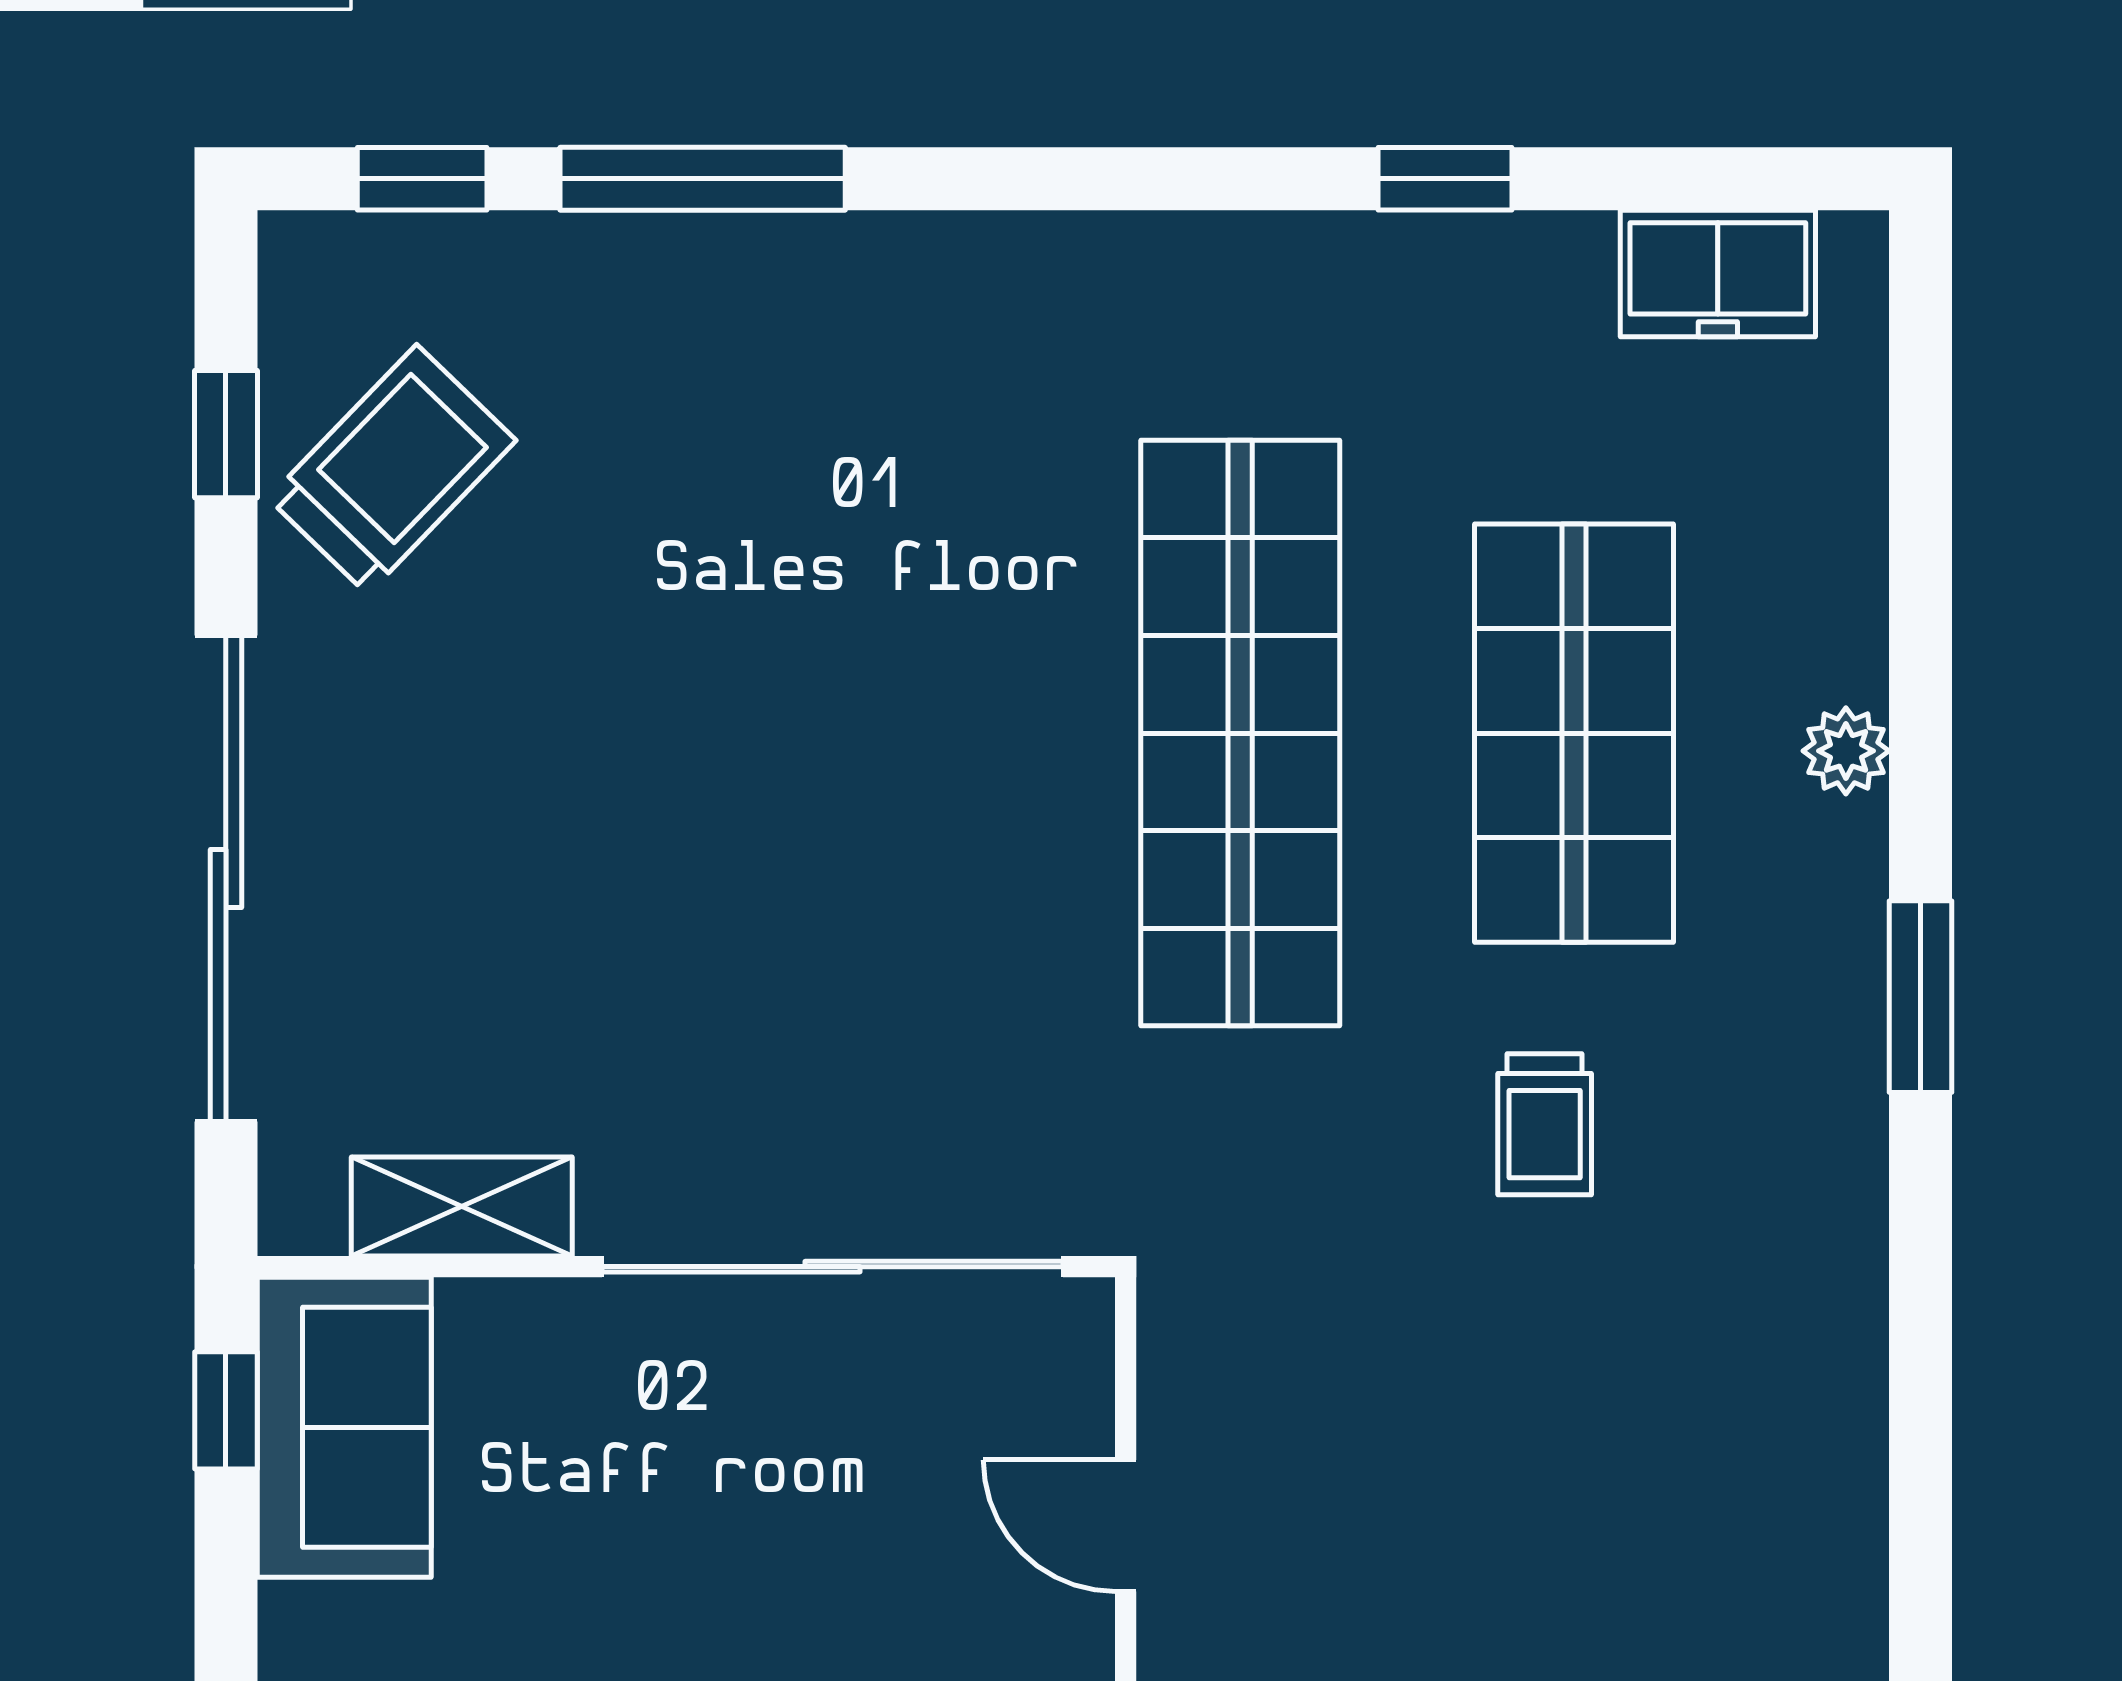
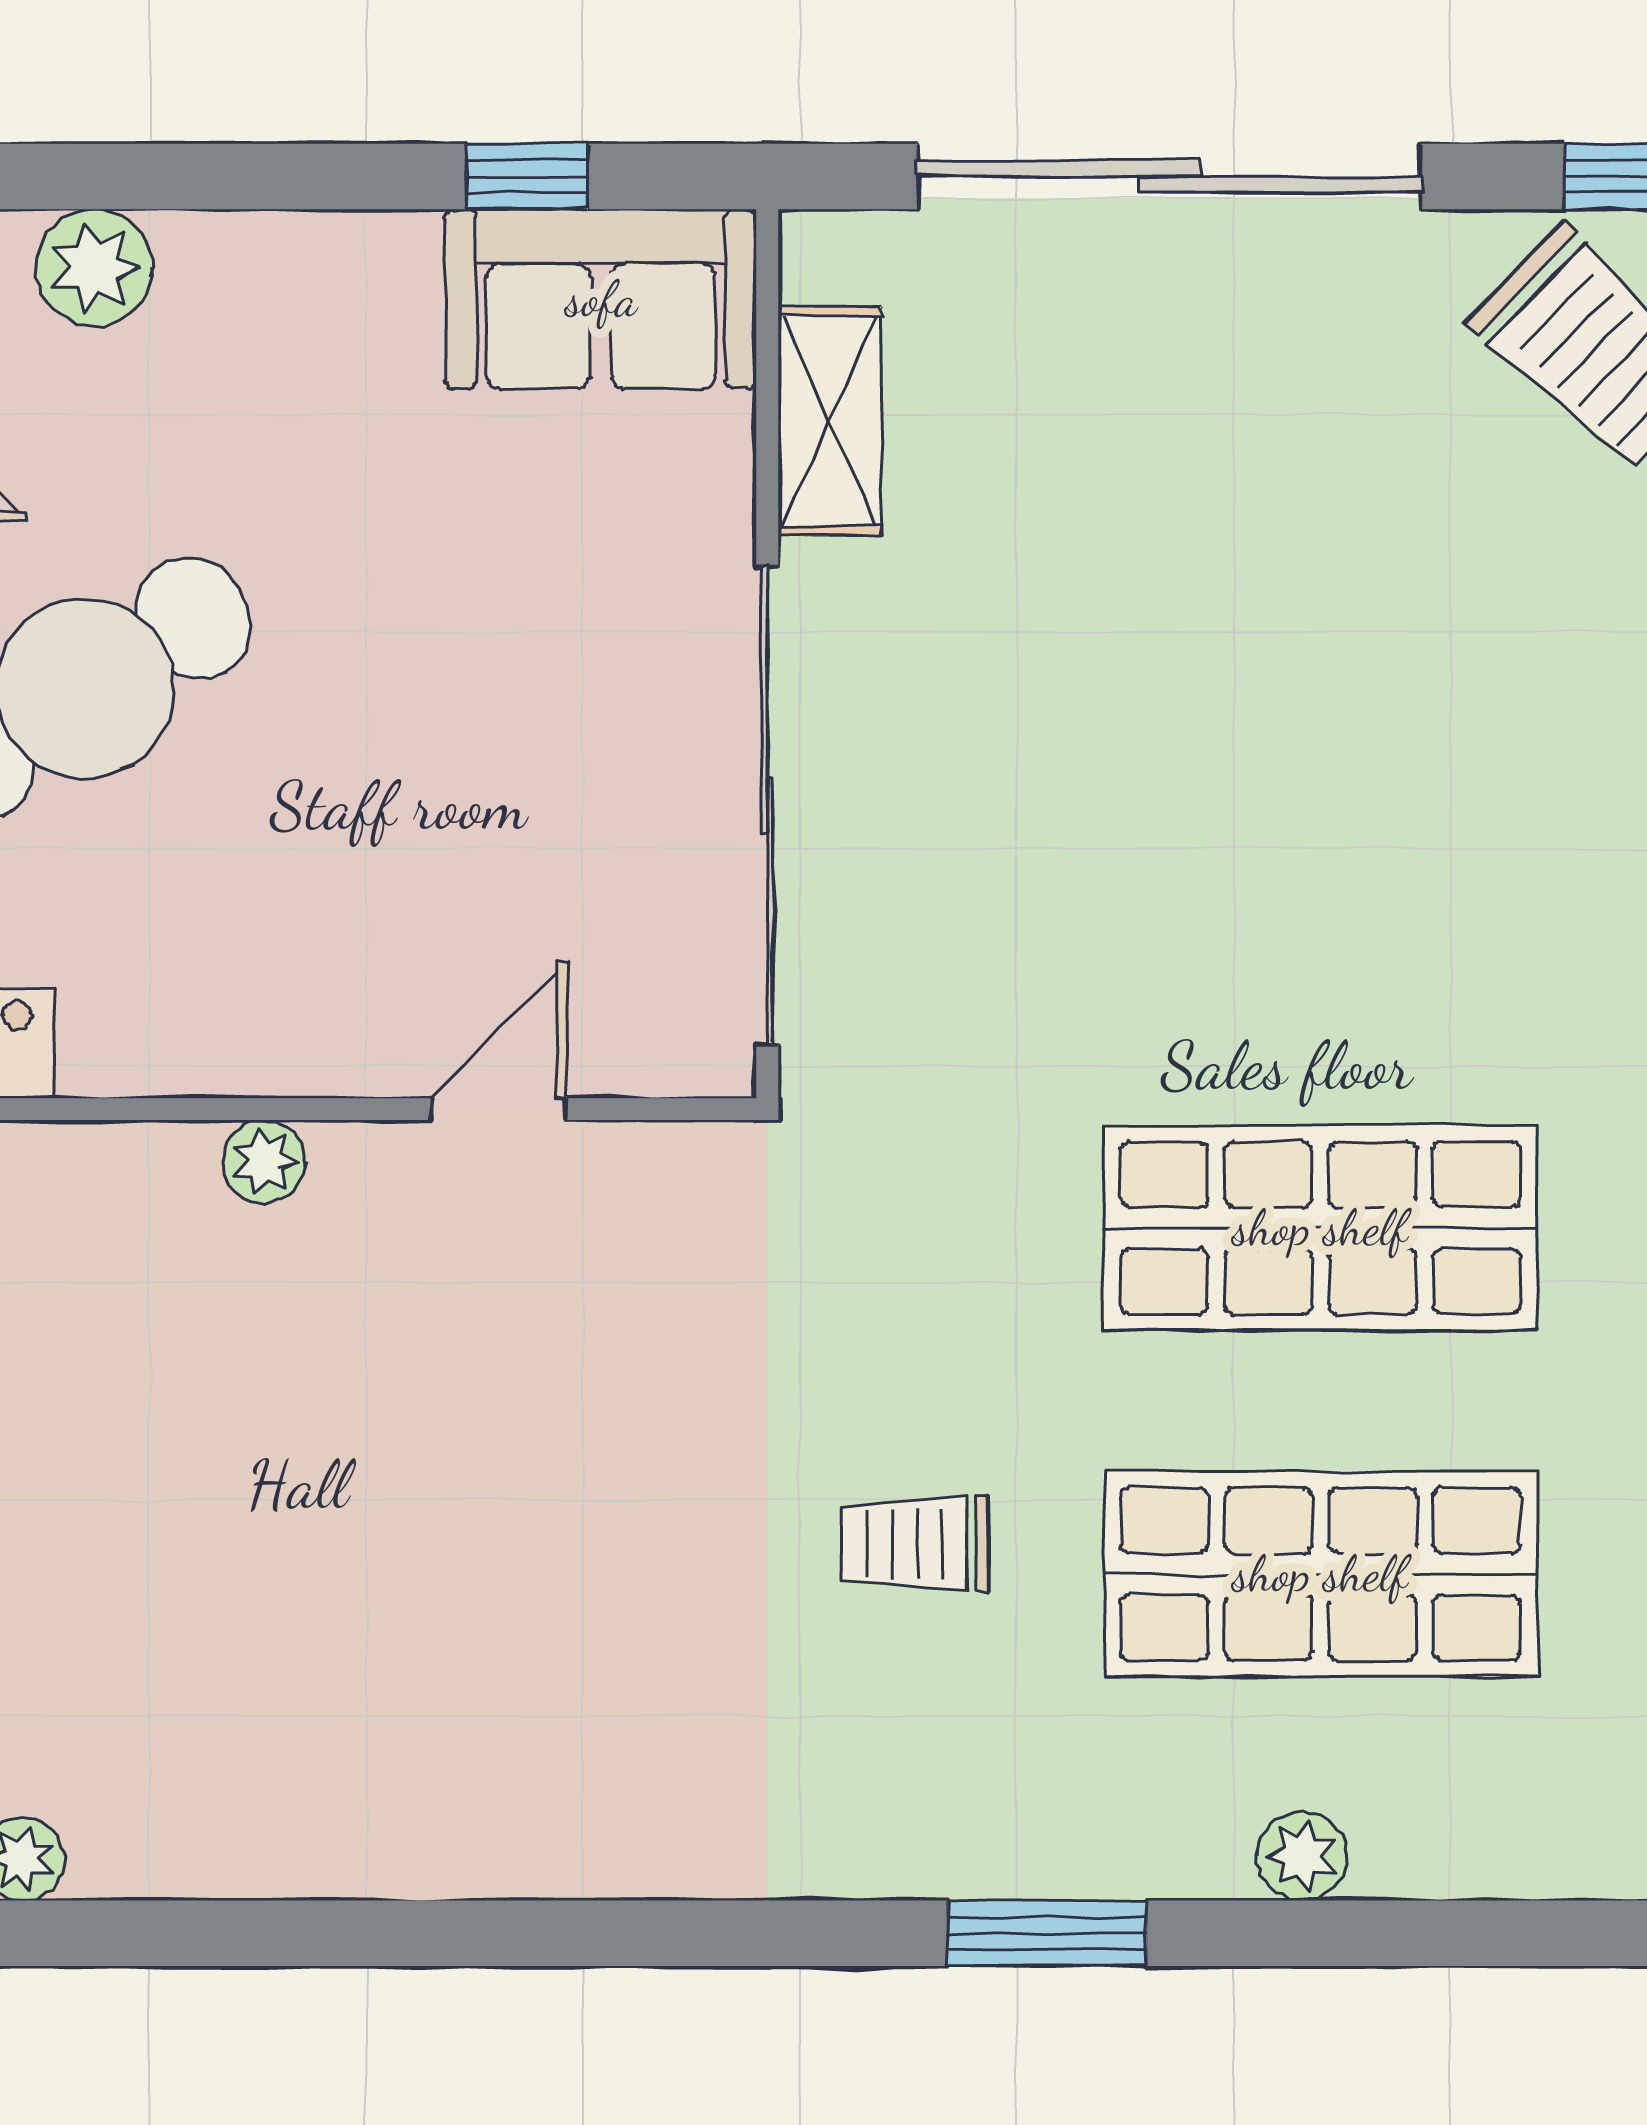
shop shelf: (1240, 733) -> (1320, 1228), width x0.71
window: (226, 1410) -> (527, 177), moved

